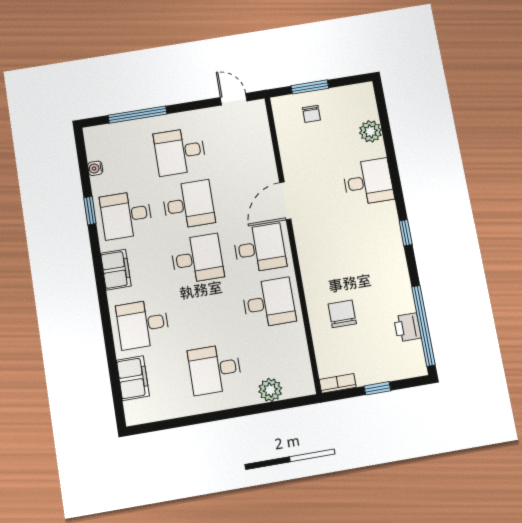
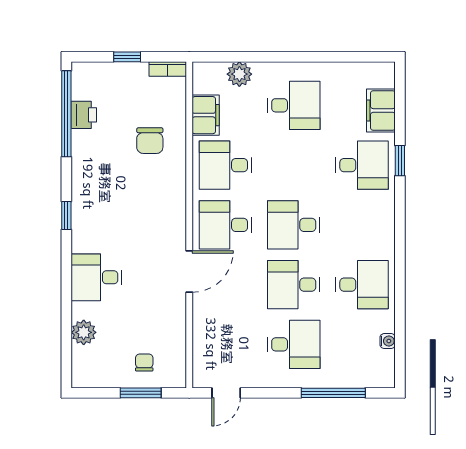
door: (234, 99) -> (226, 393), hinge flipped
window: (90, 211) -> (400, 161), moved
filing cabinet: (116, 270) -> (206, 115), moved, turned 180

